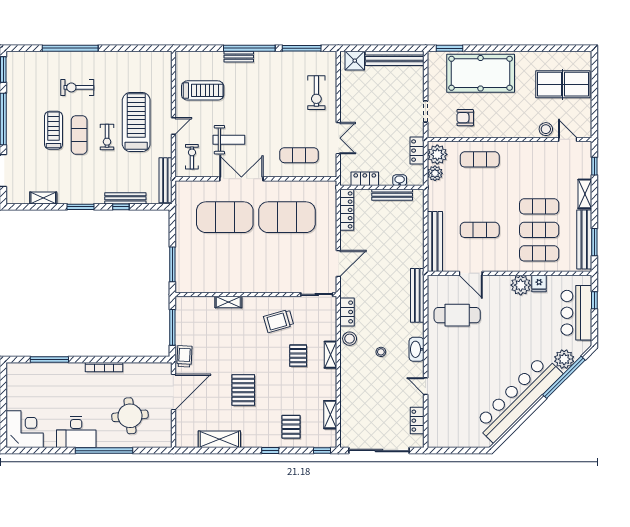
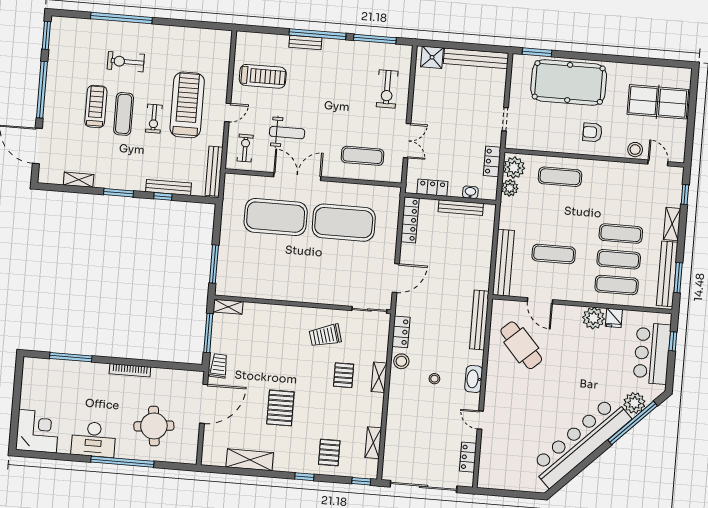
armchair: (465, 118) -> (592, 132), moved
shelving: (228, 302) -> (228, 307), moved
cafe table: (457, 315) -> (521, 345), turned 48

